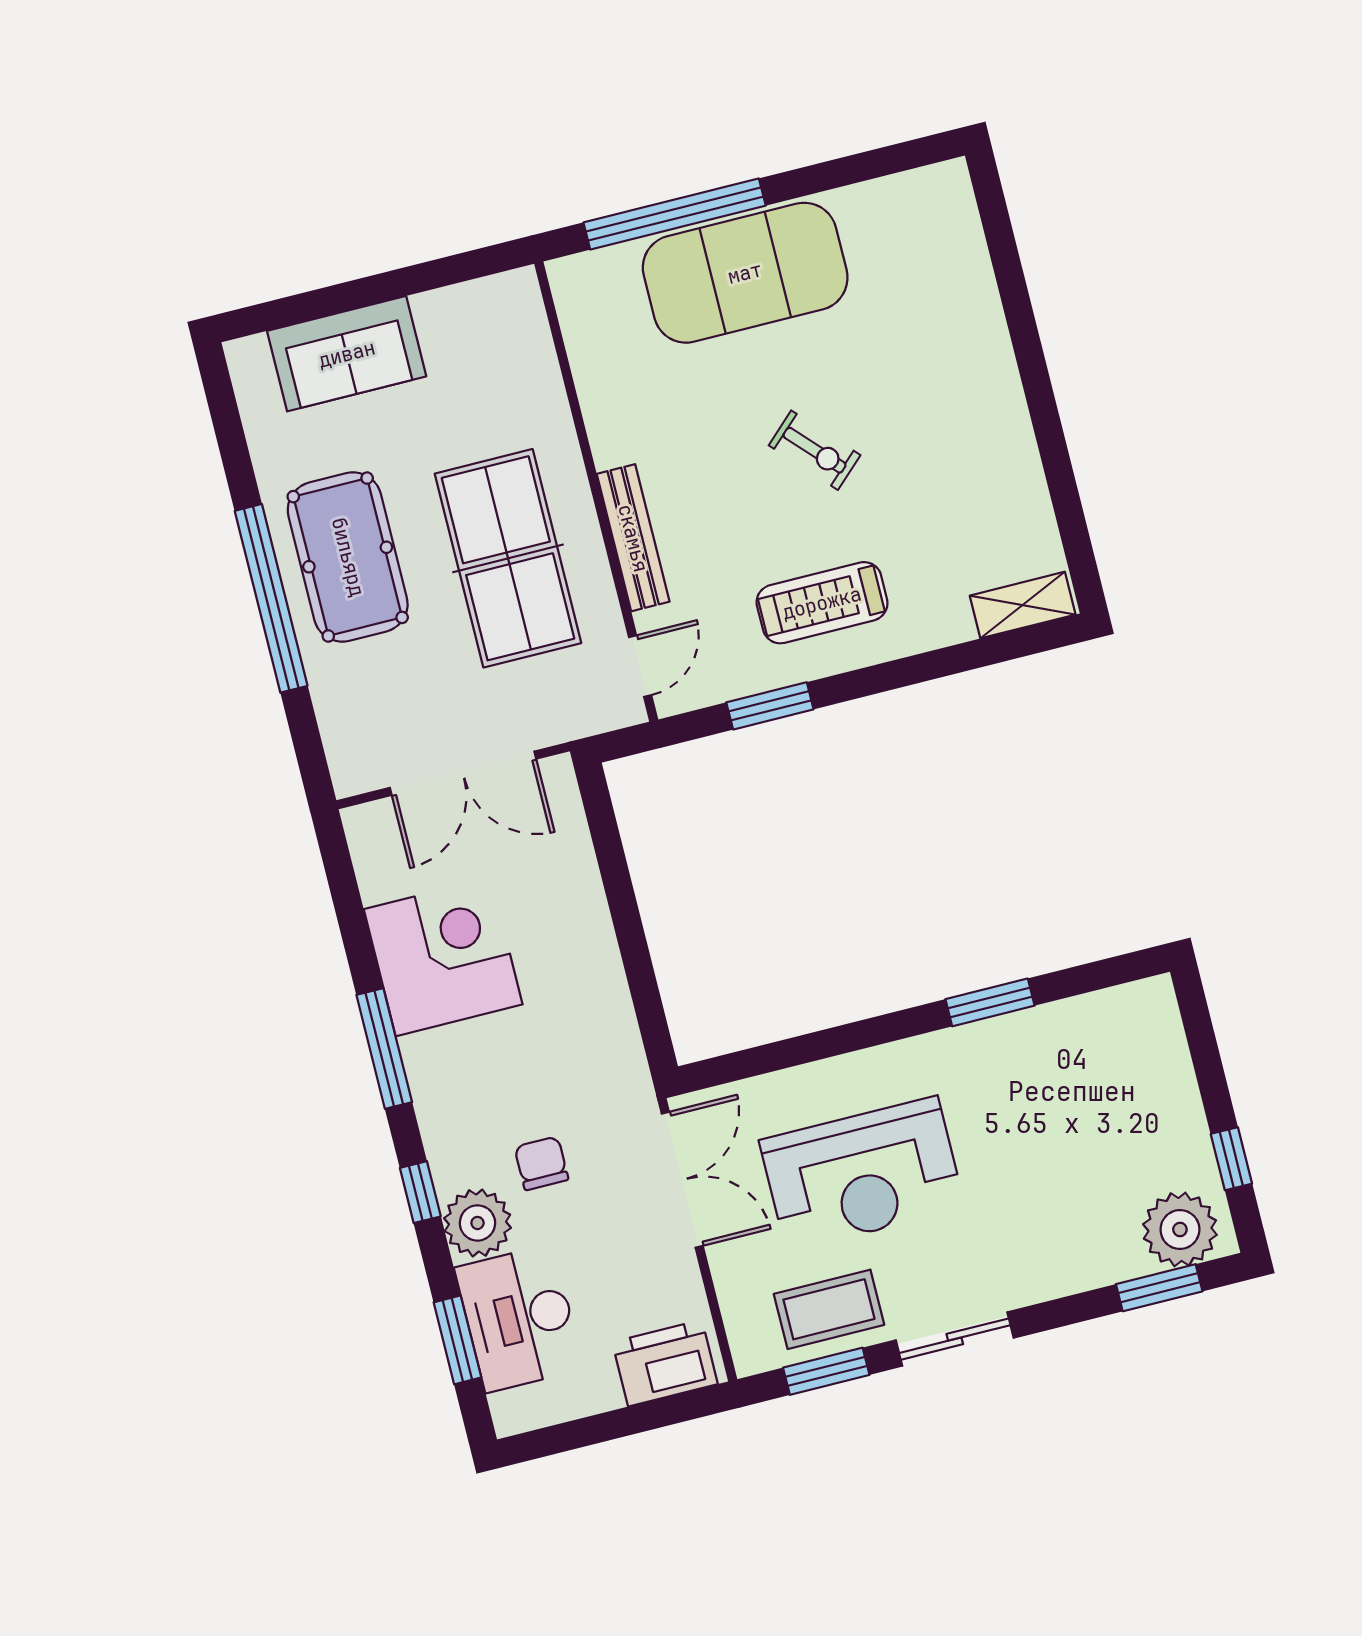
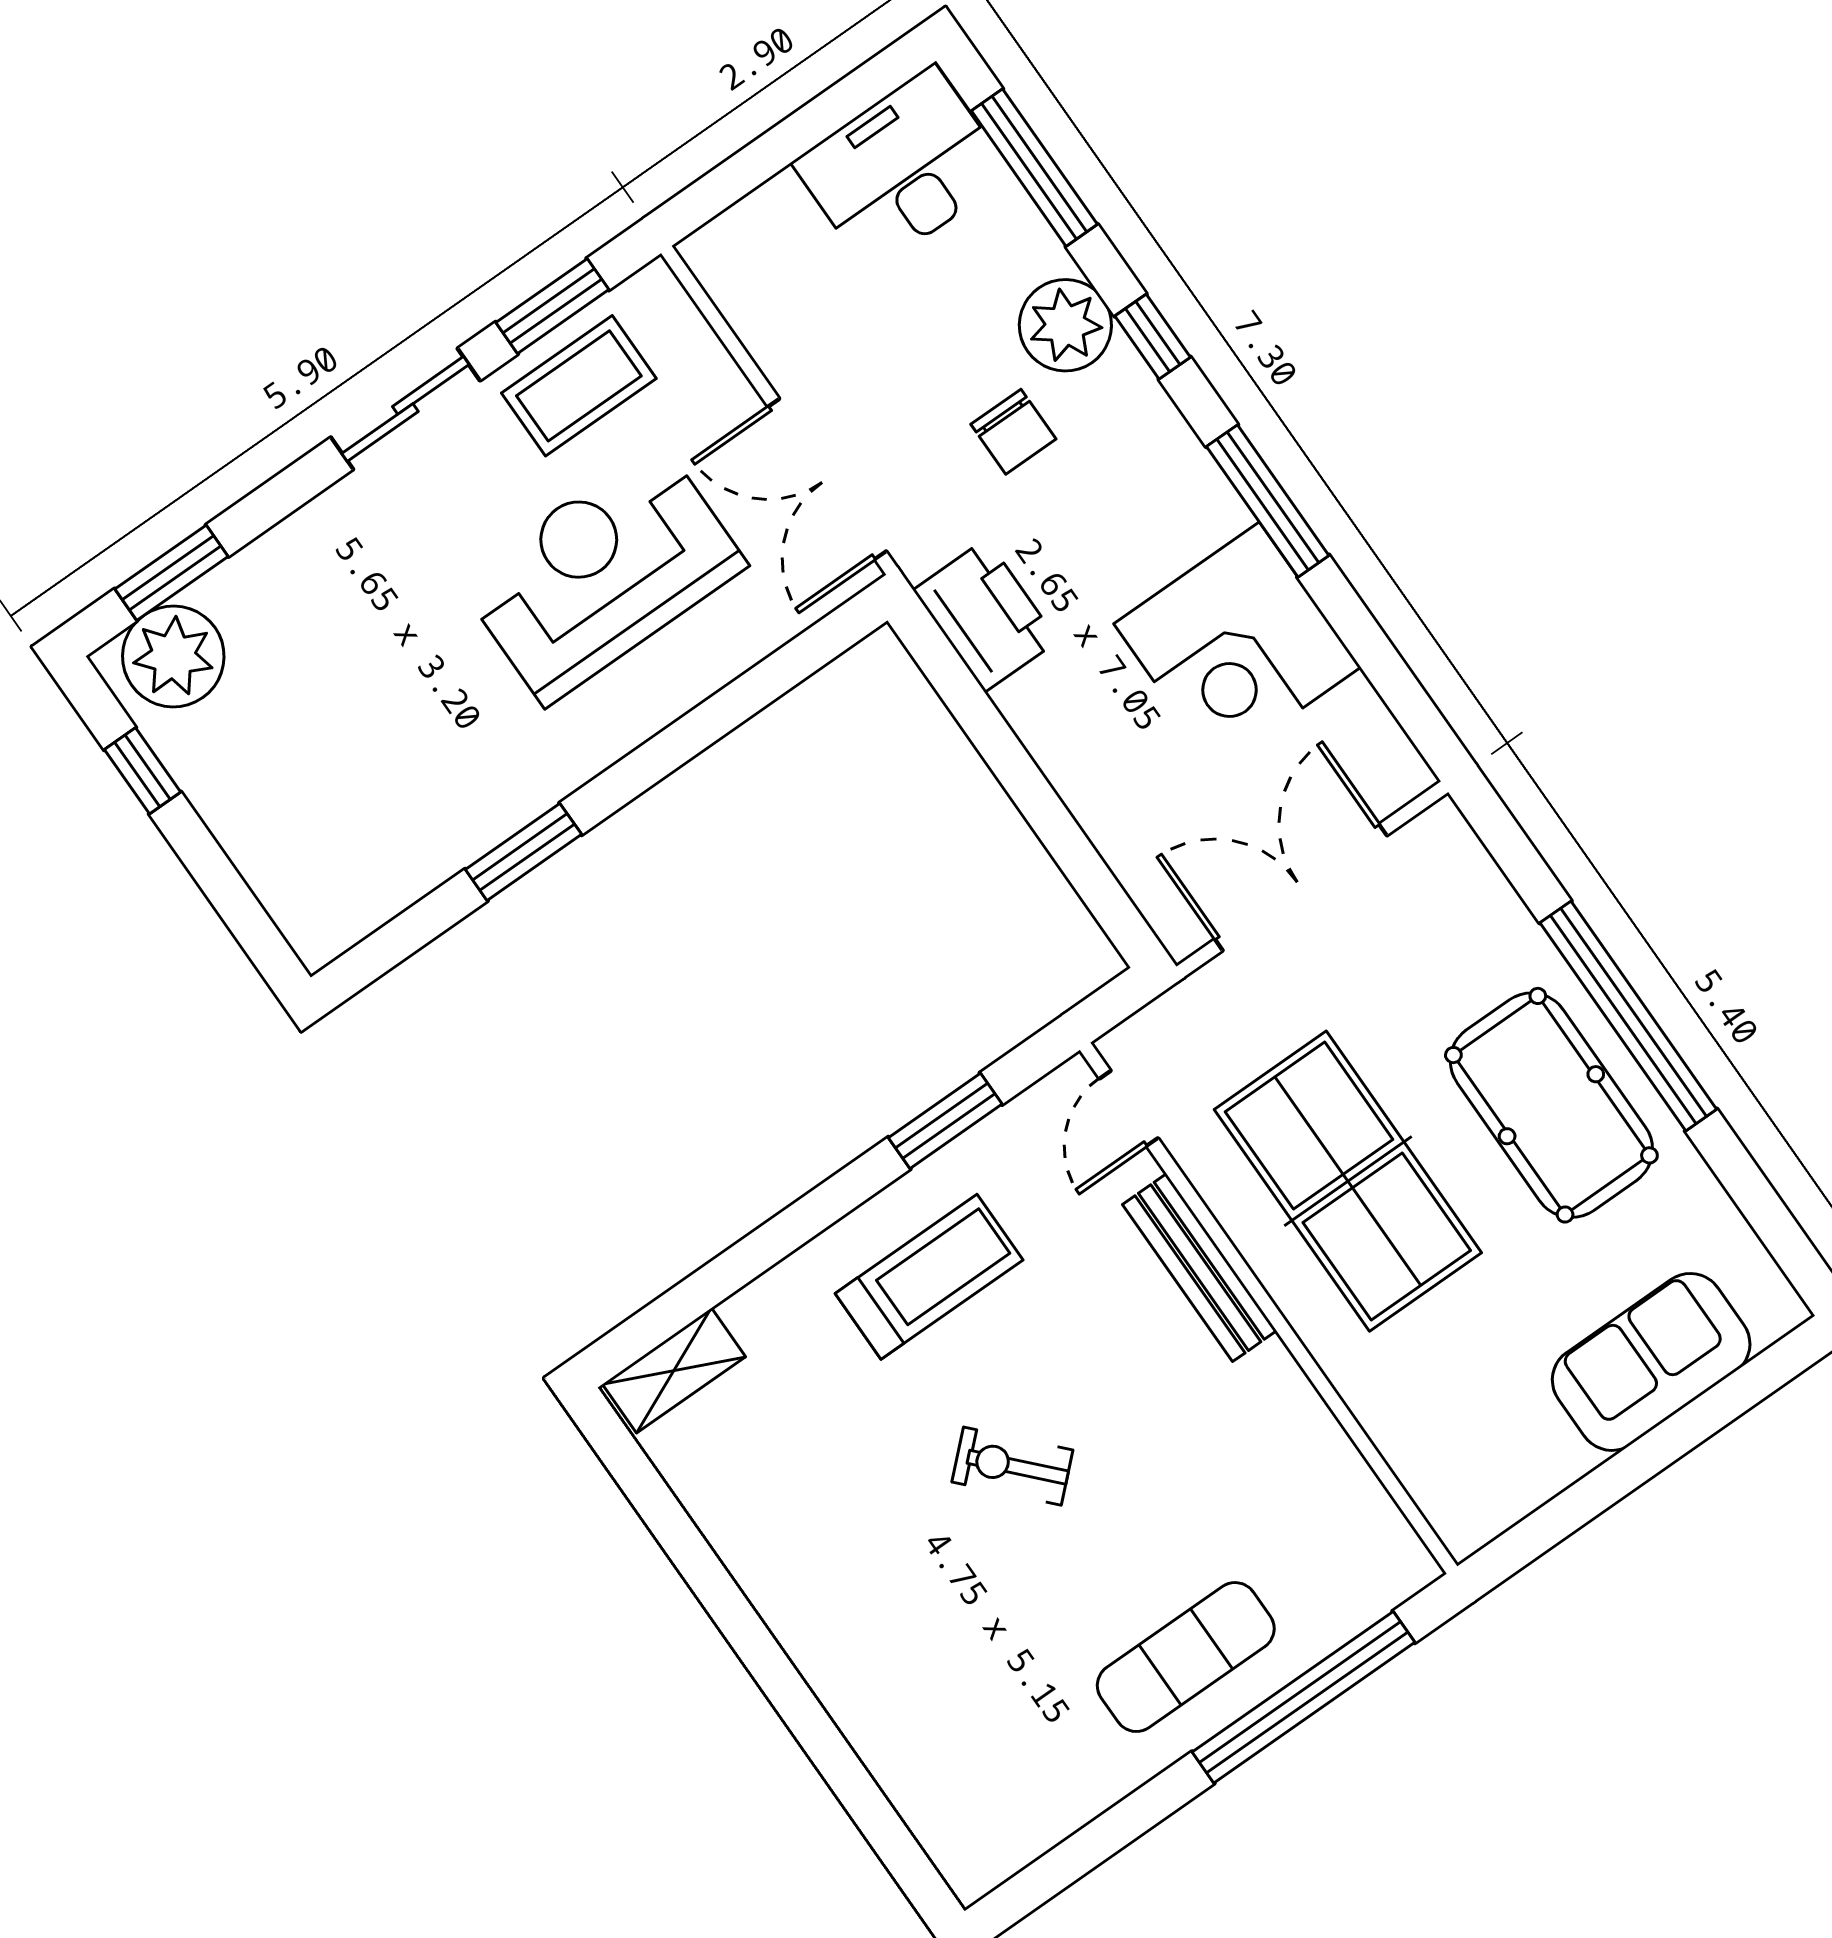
exercise mat: (745, 273) -> (1186, 1657), width x0.50, depth x0.69
desk: (519, 1318) -> (902, 169), moved, turned -90
window: (457, 1340) -> (1034, 168), width x1.44
printer: (665, 1363) -> (985, 615), moved, turned -90

